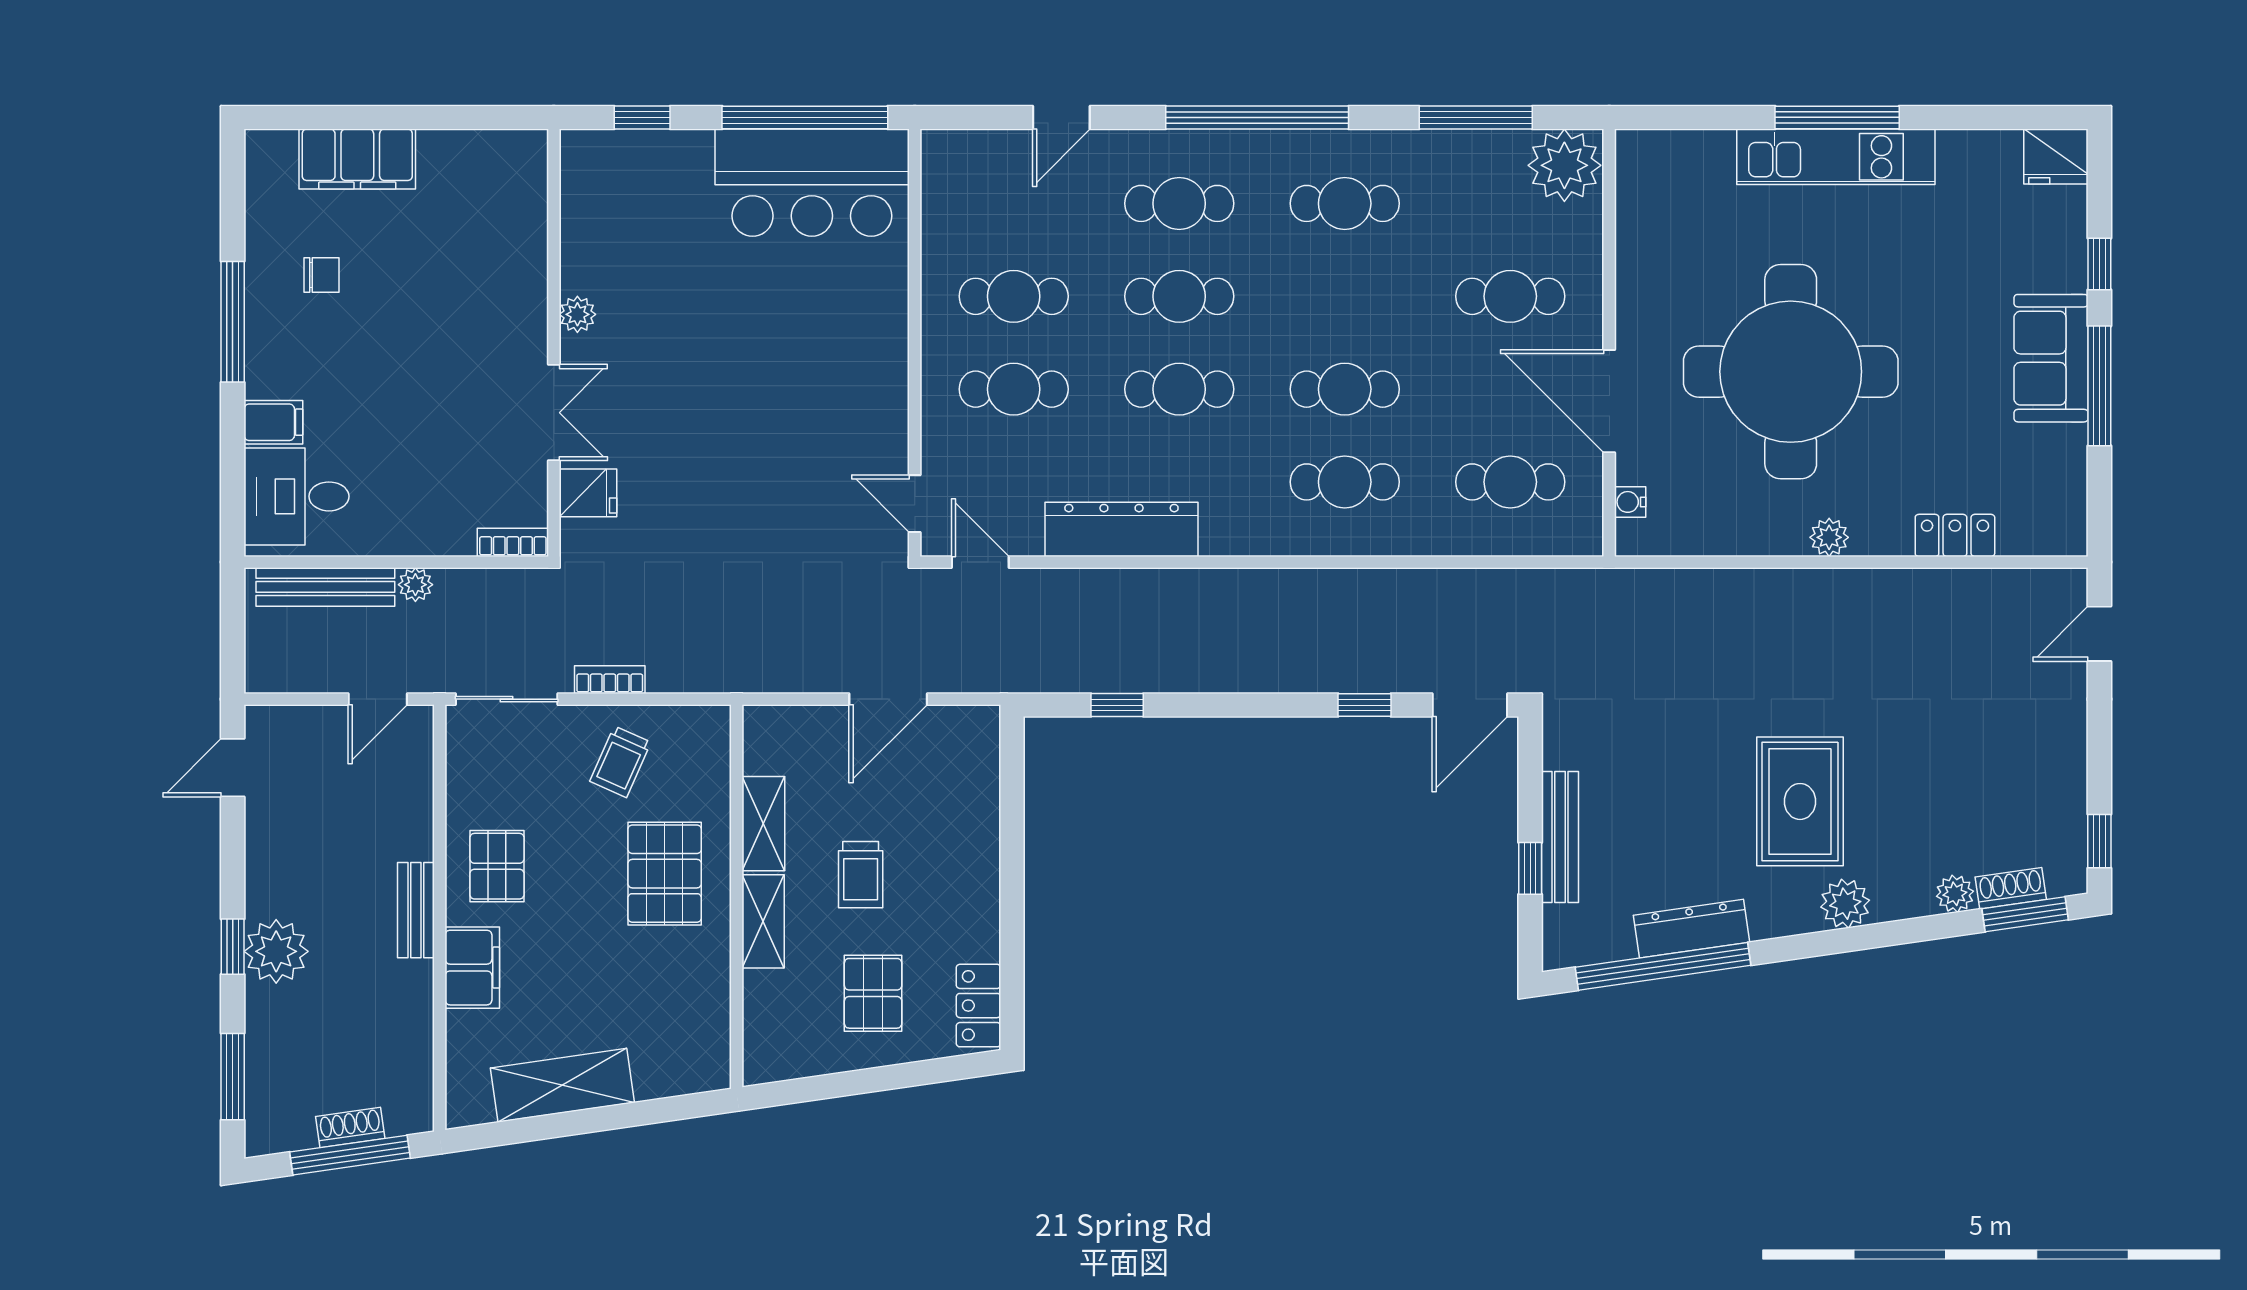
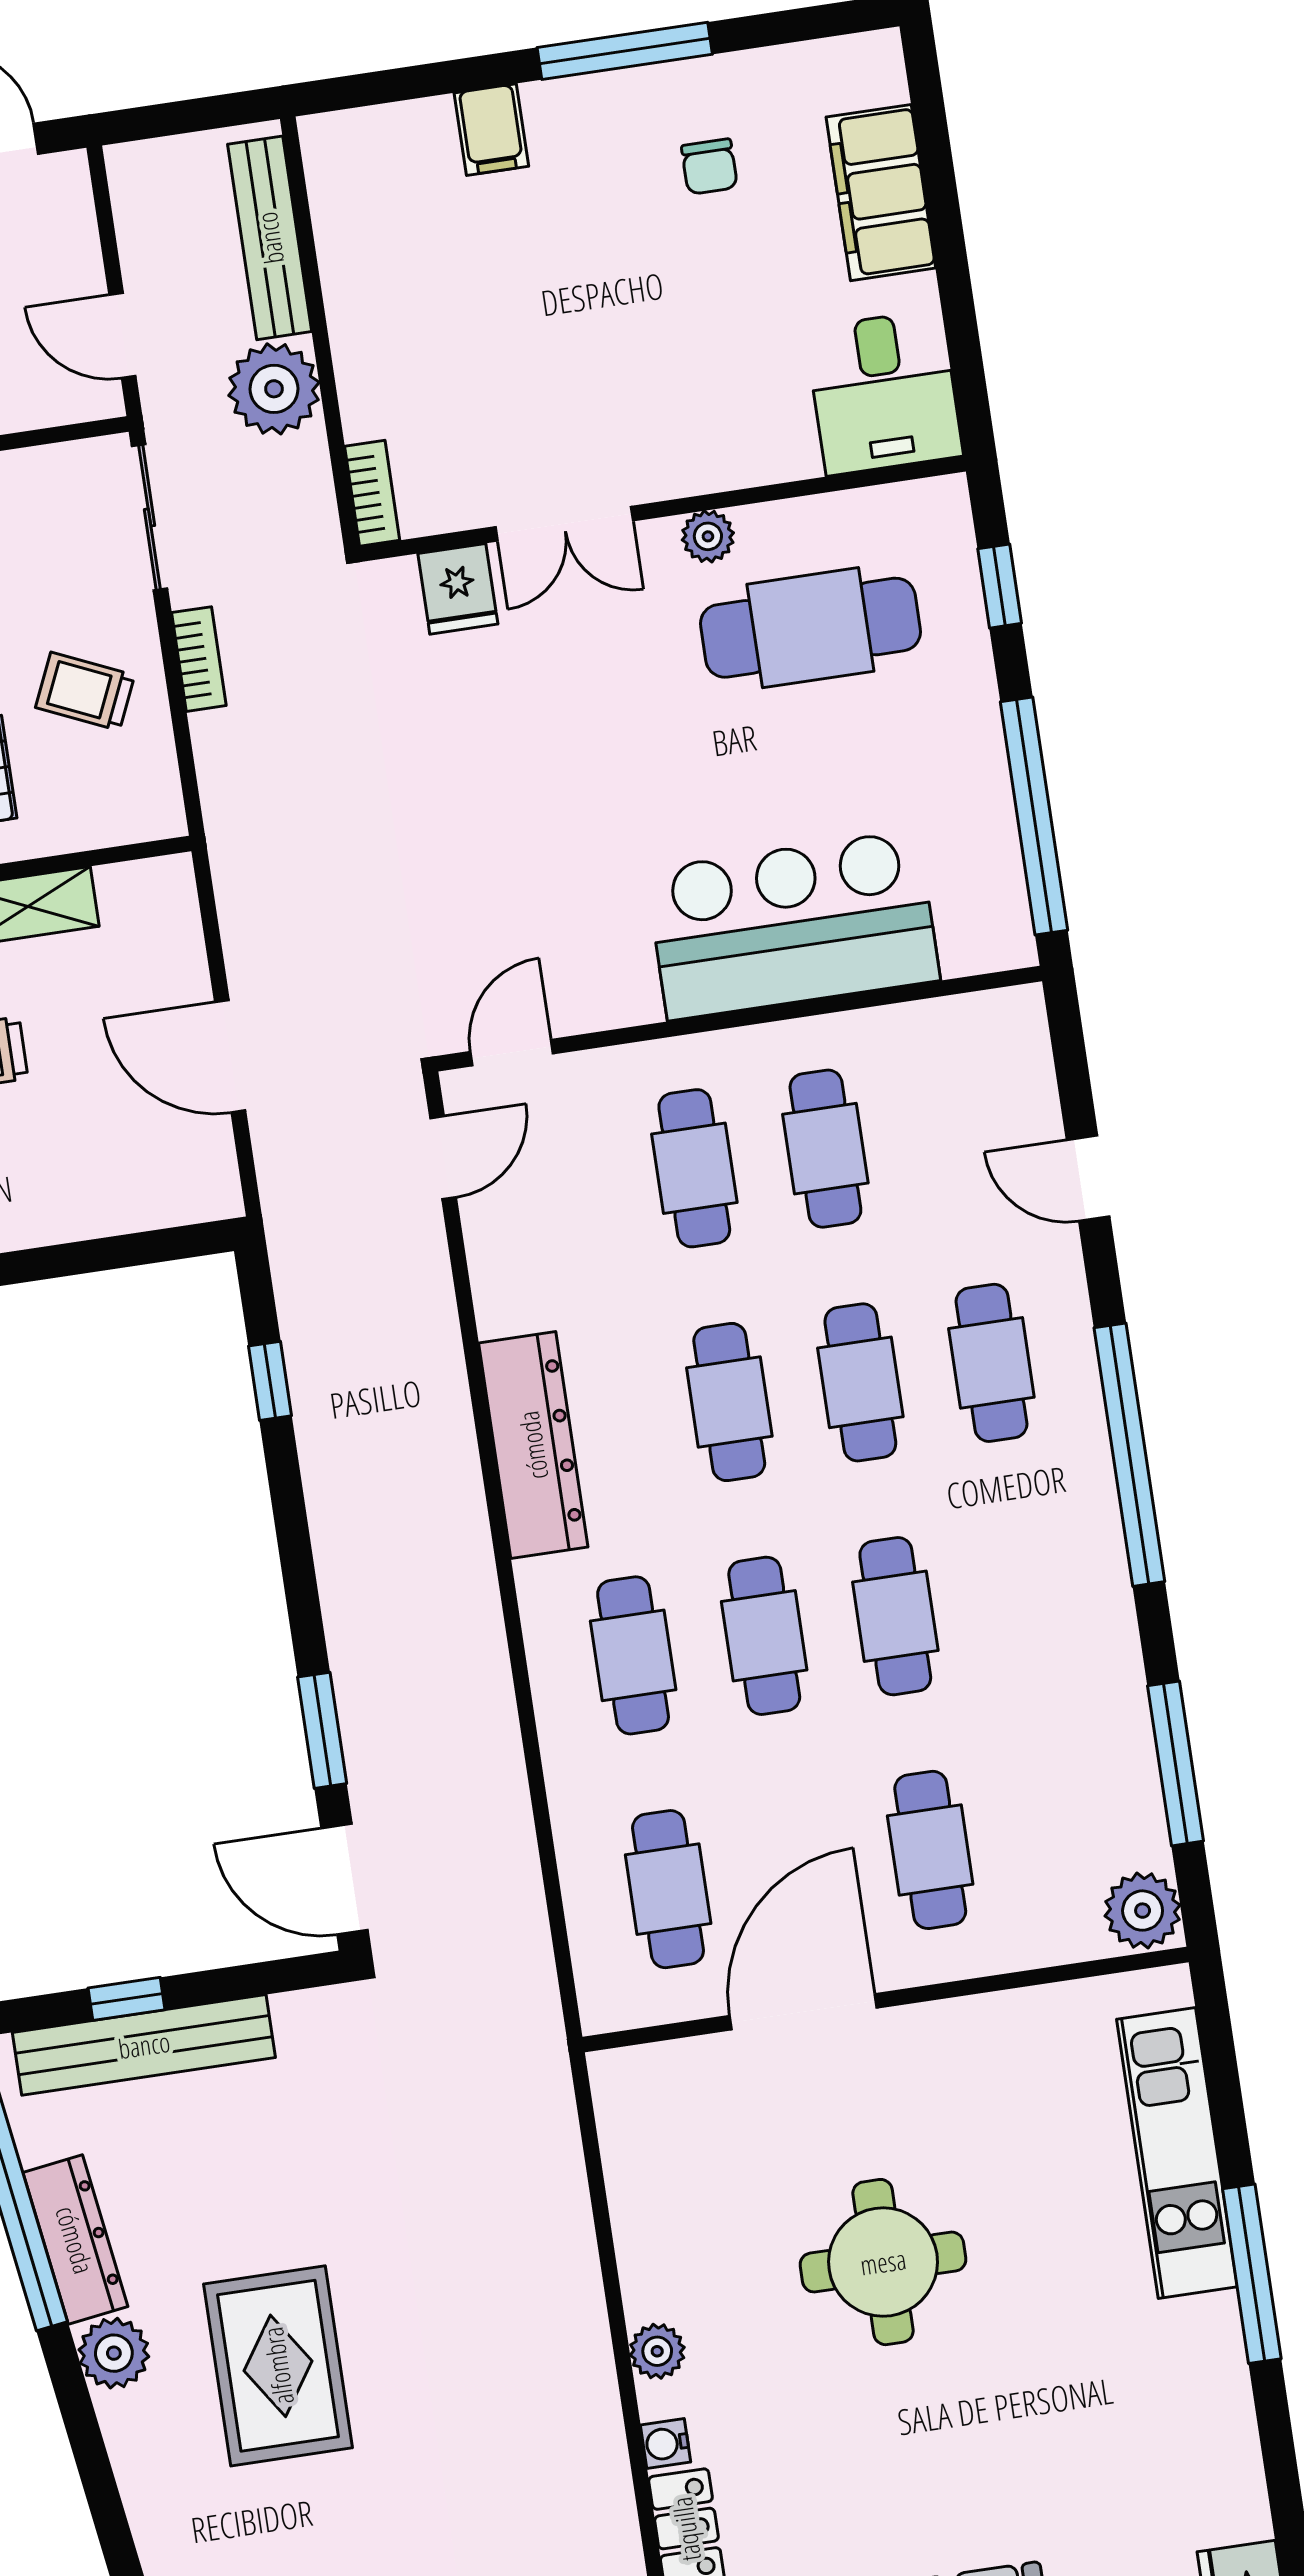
kitchen unit: (1836, 157) -> (1177, 2153), moved
plant: (1564, 165) -> (1143, 1911), width x0.73, depth x0.73
bar counter: (812, 183) -> (793, 925), moved, turned 90
cafe table: (1345, 203) -> (895, 1616), moved
cafe table: (651, 253) -> (810, 628), added
round table: (1791, 372) -> (883, 2262), width x0.54, depth x0.54
desk: (296, 496) -> (884, 392), moved, turned 180
water cooler: (1630, 502) -> (666, 2444), moved, turned -90
dresser: (1121, 529) -> (533, 1445), moved
plant: (415, 585) -> (274, 389), width x1.87, depth x1.87
window: (1364, 705) -> (322, 1730), width x1.50
rug: (1800, 801) -> (278, 2366), turned 90
bench: (1560, 837) -> (144, 2045), width x1.37, depth x1.21
plant: (1845, 904) -> (114, 2353), moved

